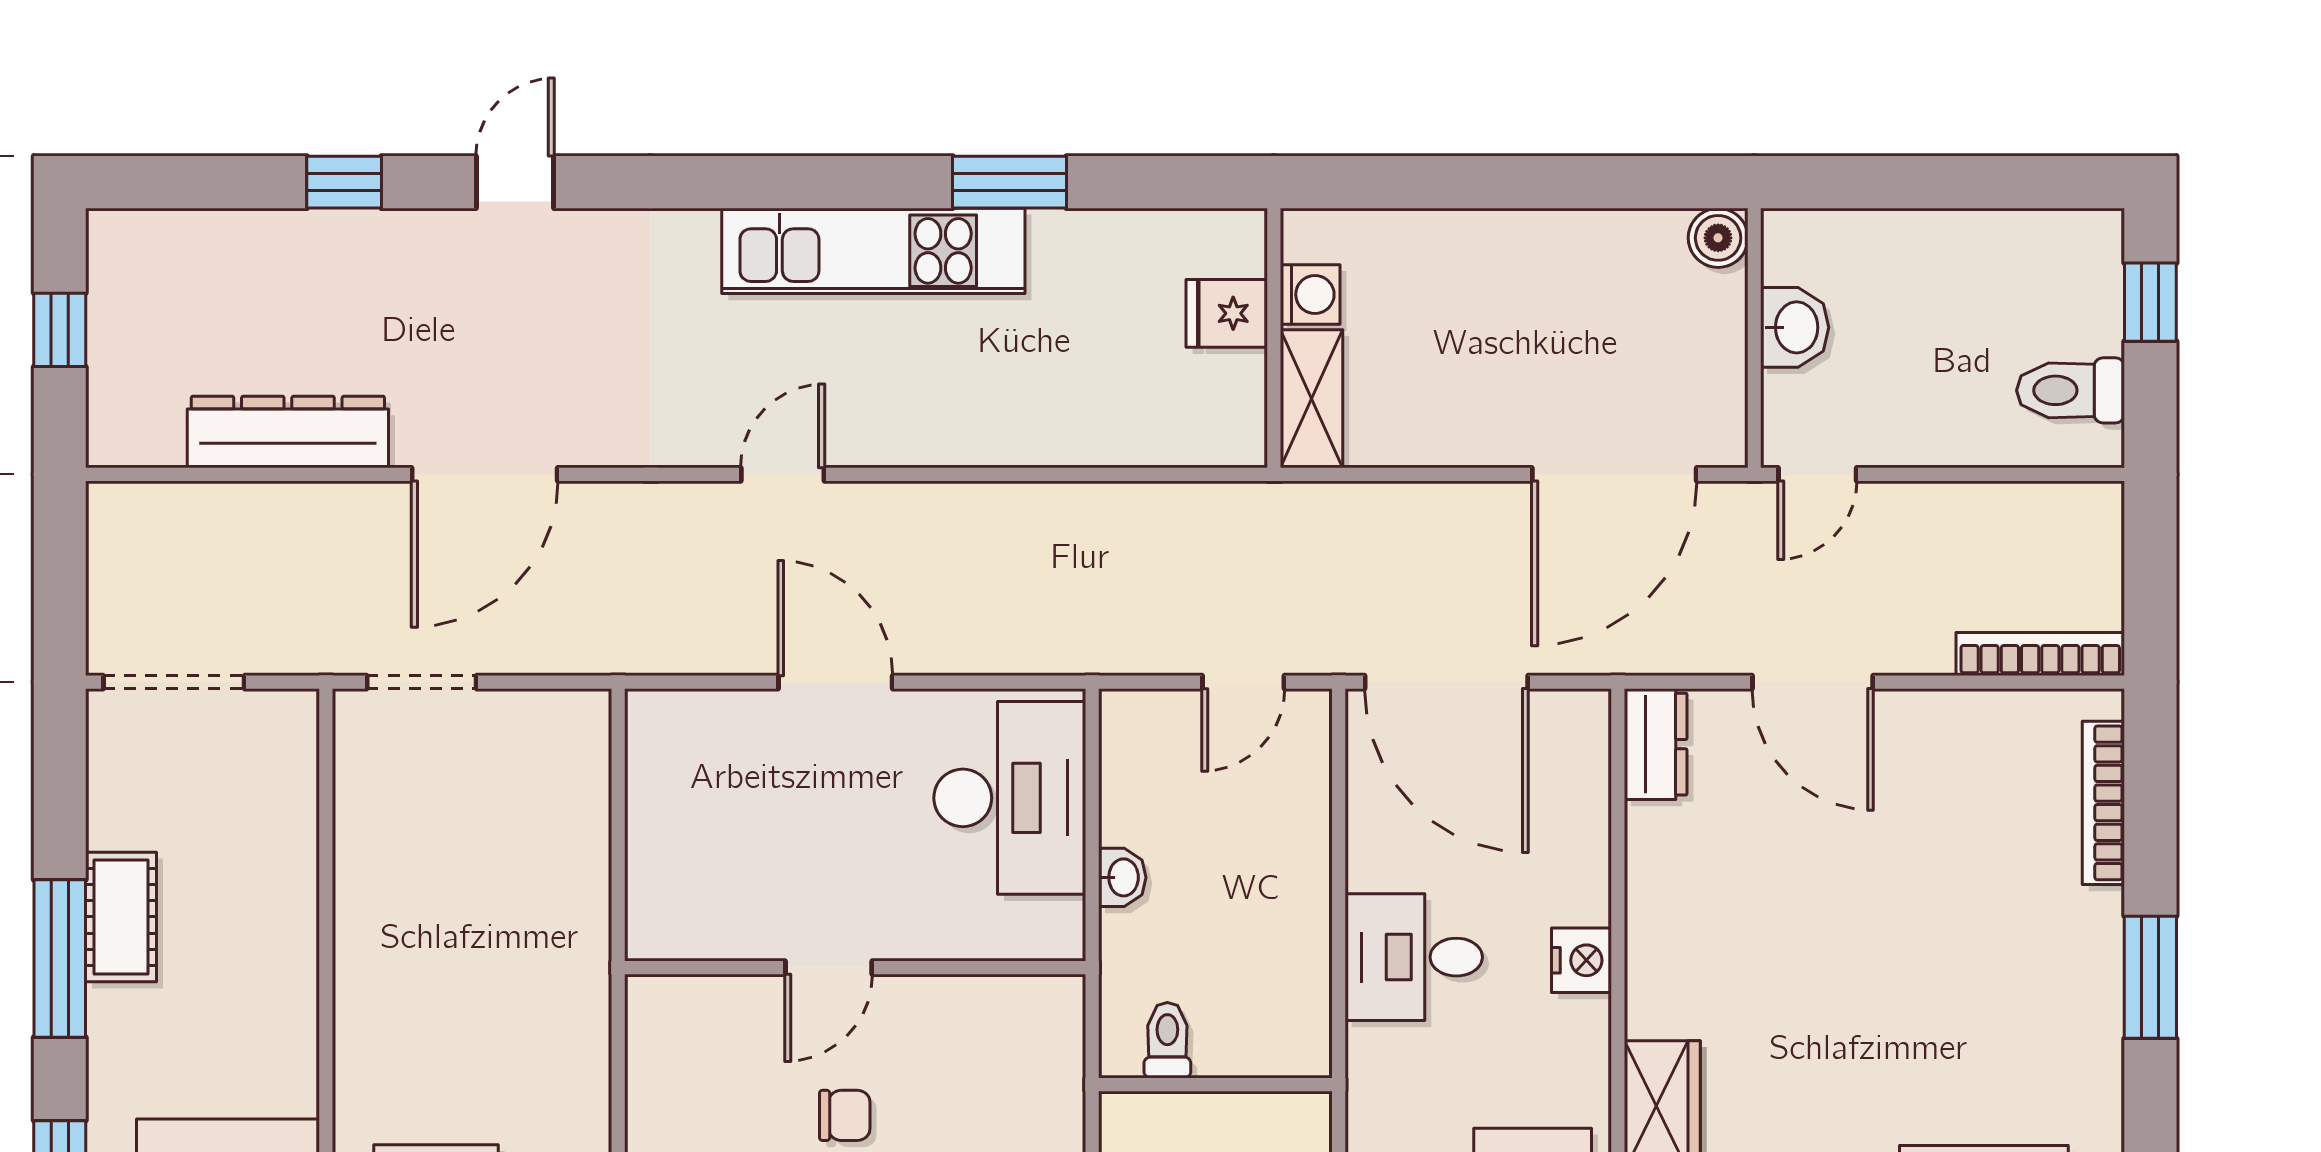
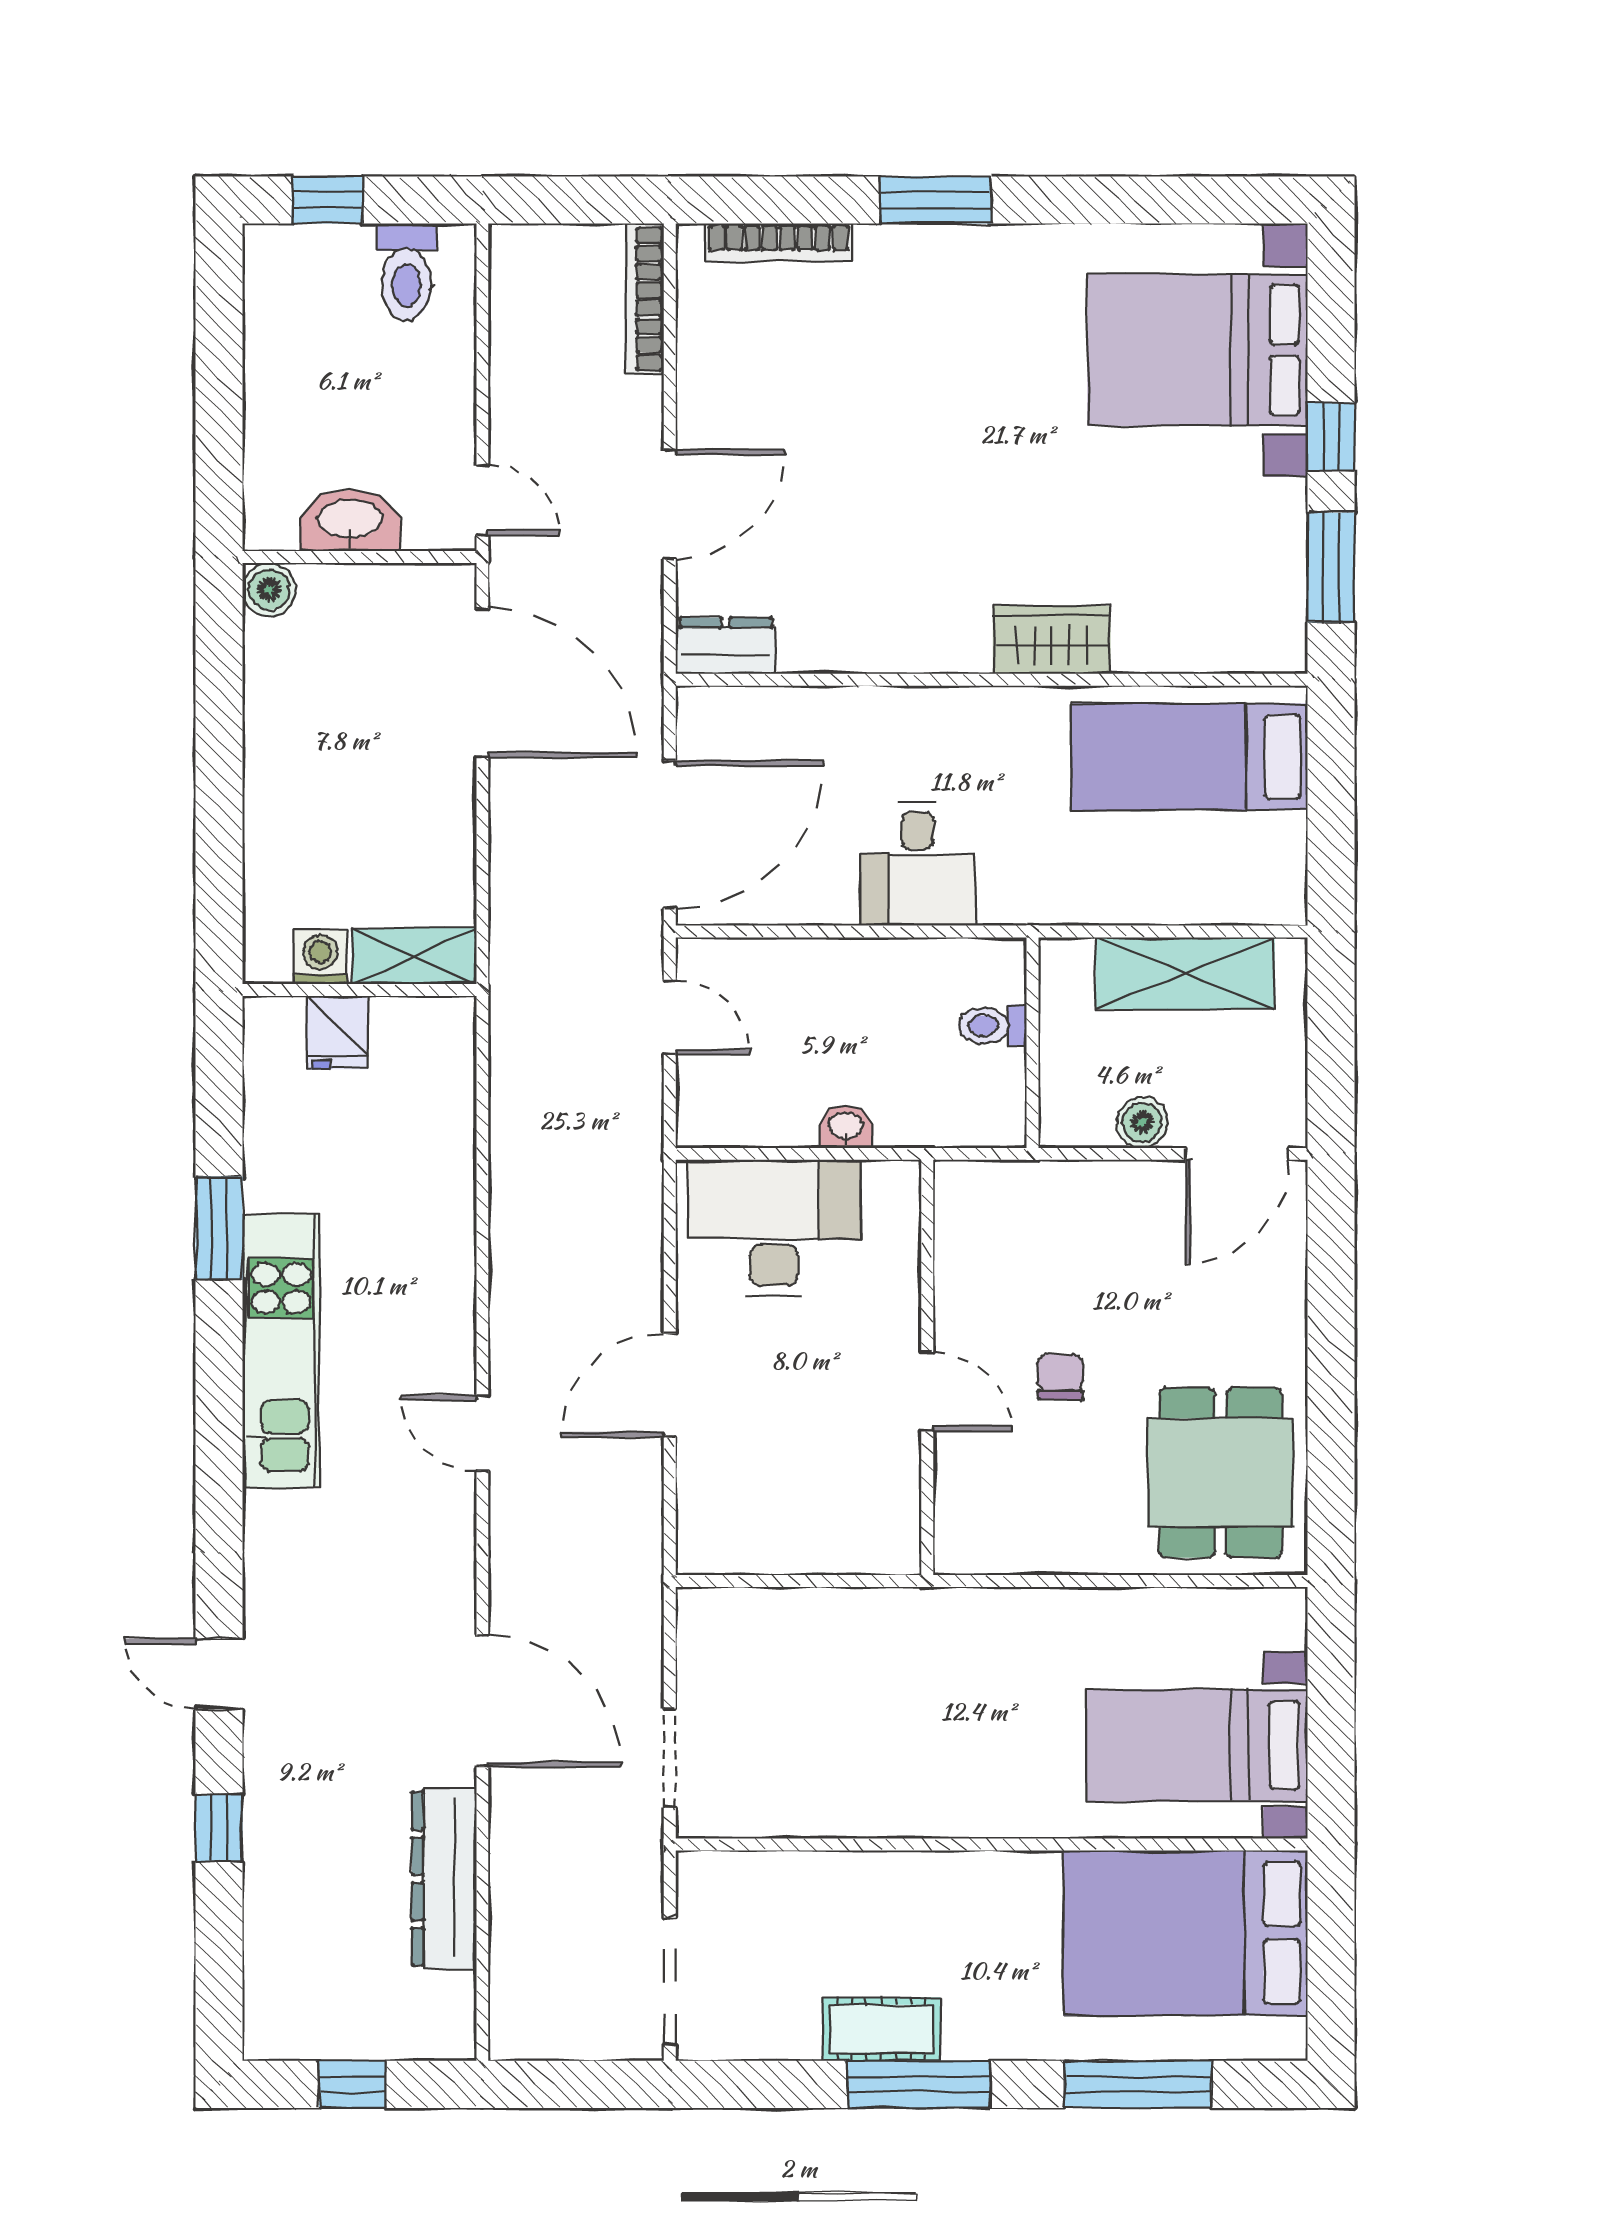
washbasin: (1795, 327) -> (350, 521), width x1.38
nightstand: (1582, 960) -> (920, 713), removed
toilet: (1167, 1040) -> (993, 1026), moved

